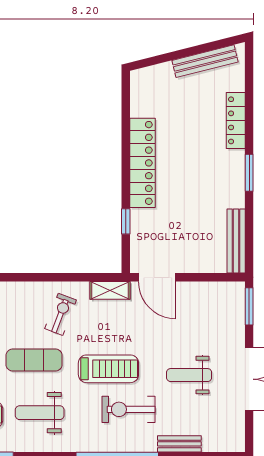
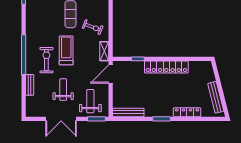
treadmill: (108, 369) -> (66, 50), turned 180
weight bench: (40, 413) -> (90, 101), moved

